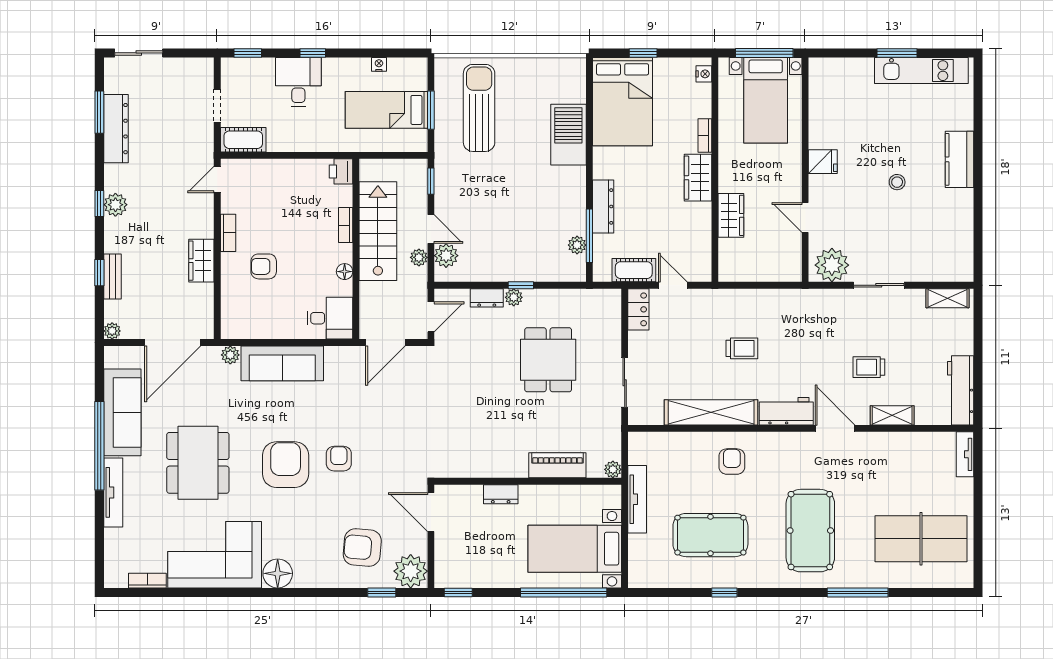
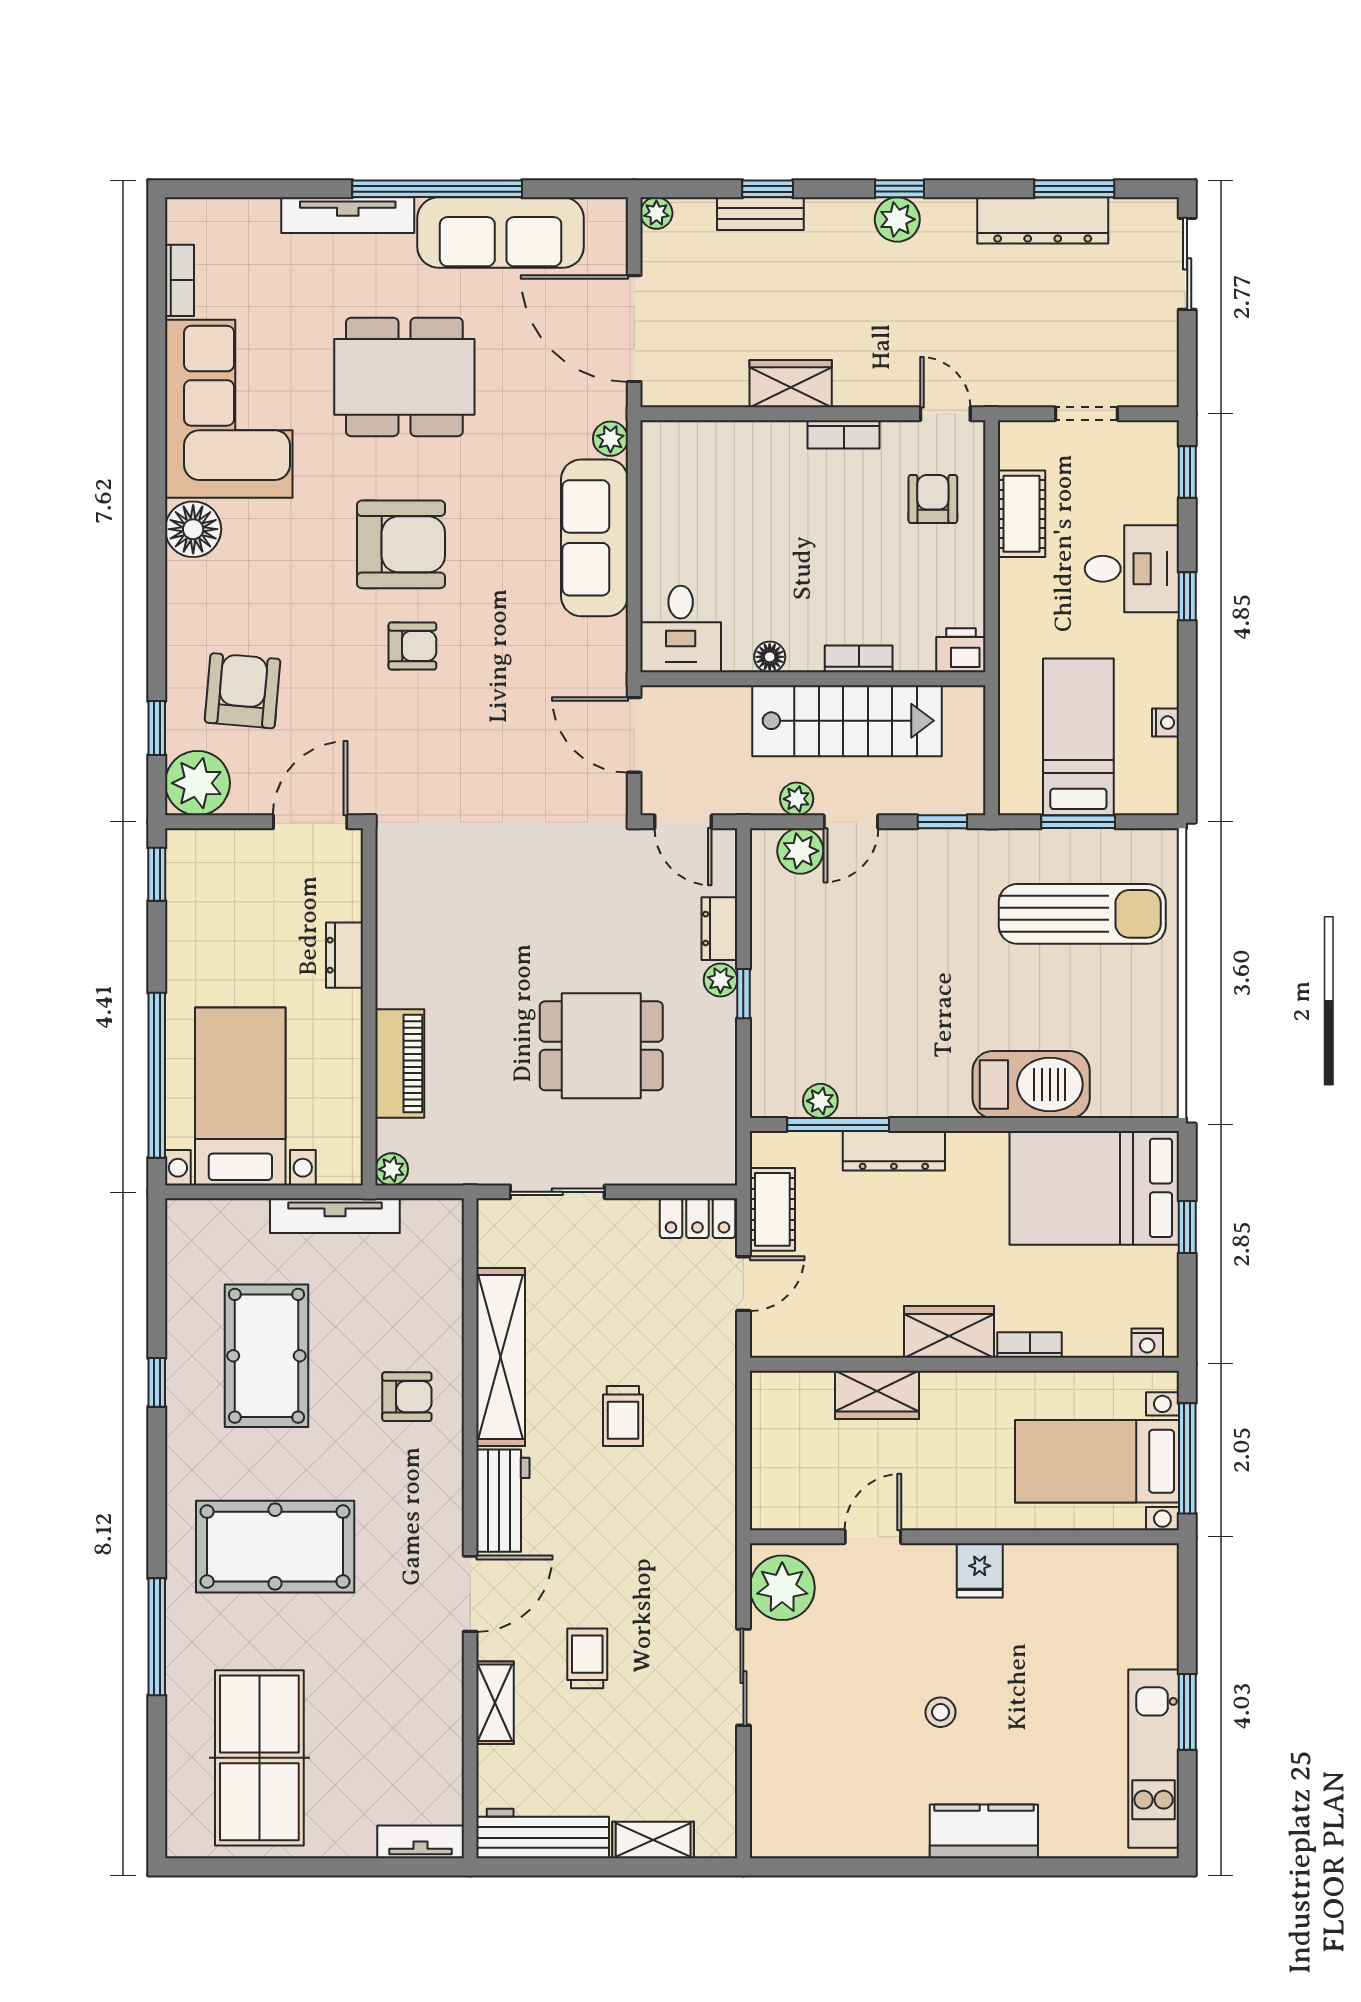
cot: (243, 140) -> (1022, 514), moved
armchair: (264, 266) -> (933, 499), moved
shelving: (948, 298) -> (653, 1840), moved, turned 90

